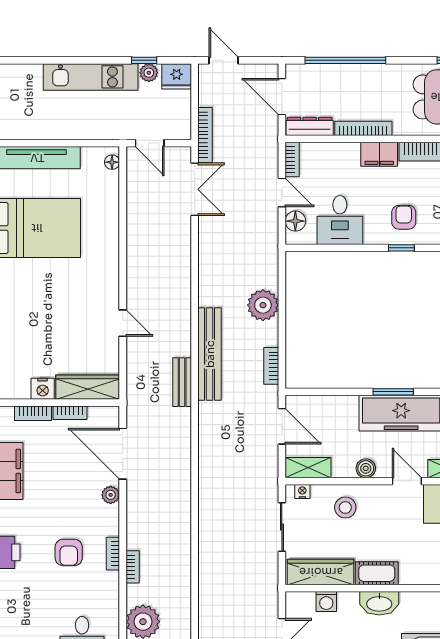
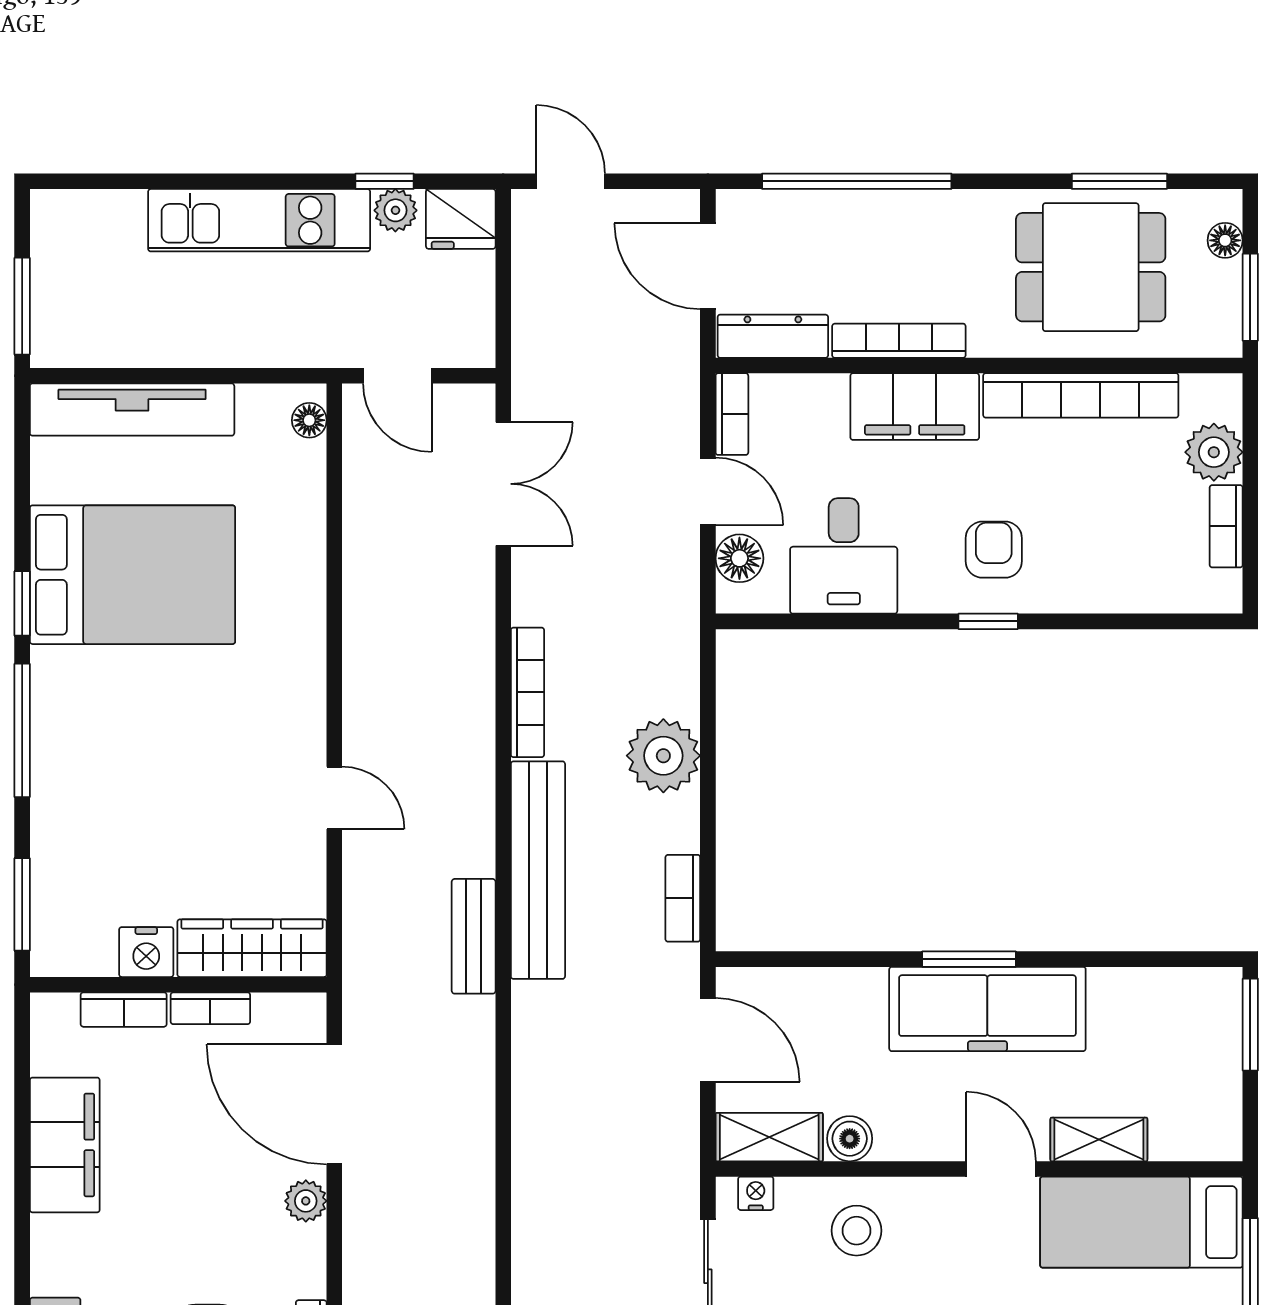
bookcase: (205, 135) -> (527, 692), moved
filing cabinet: (379, 154) -> (915, 407), width x1.50, depth x1.17
boiler: (366, 468) -> (850, 1139), moved

